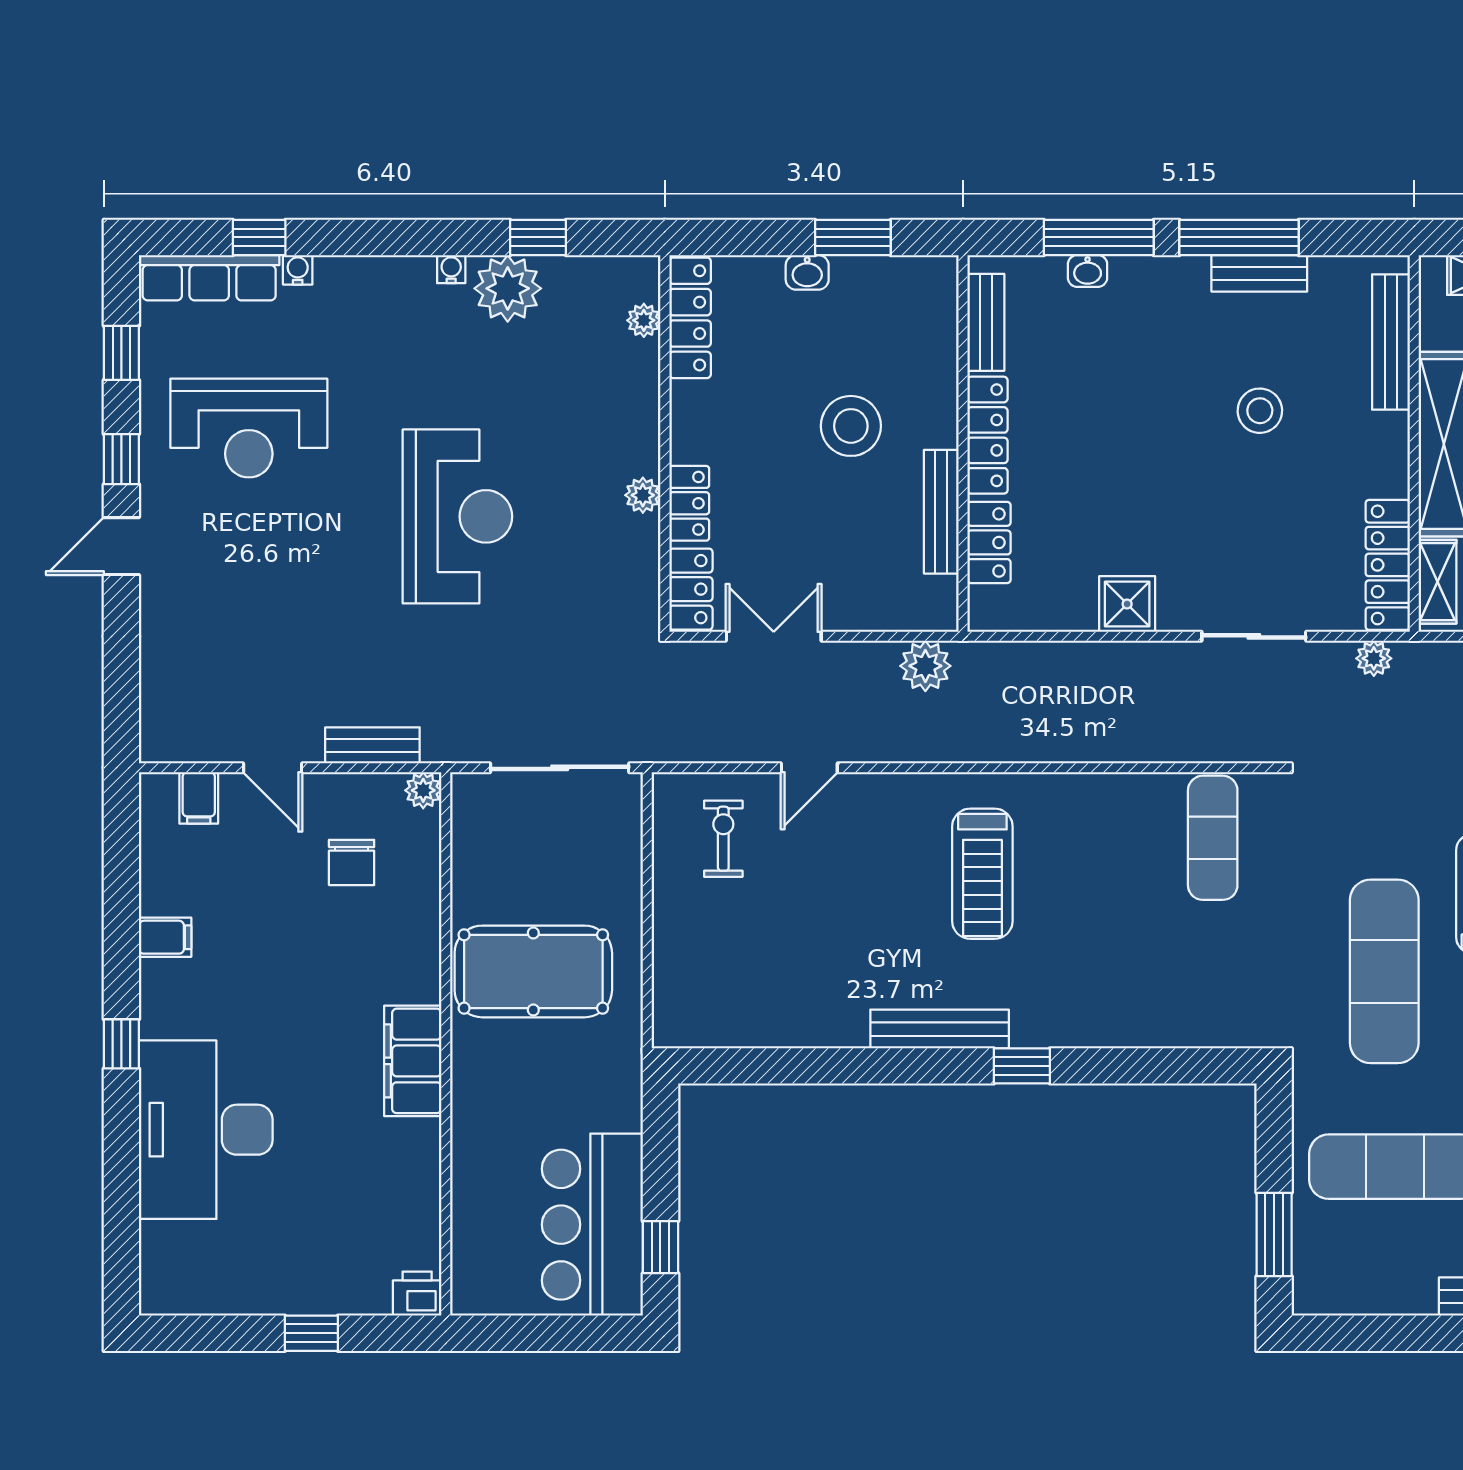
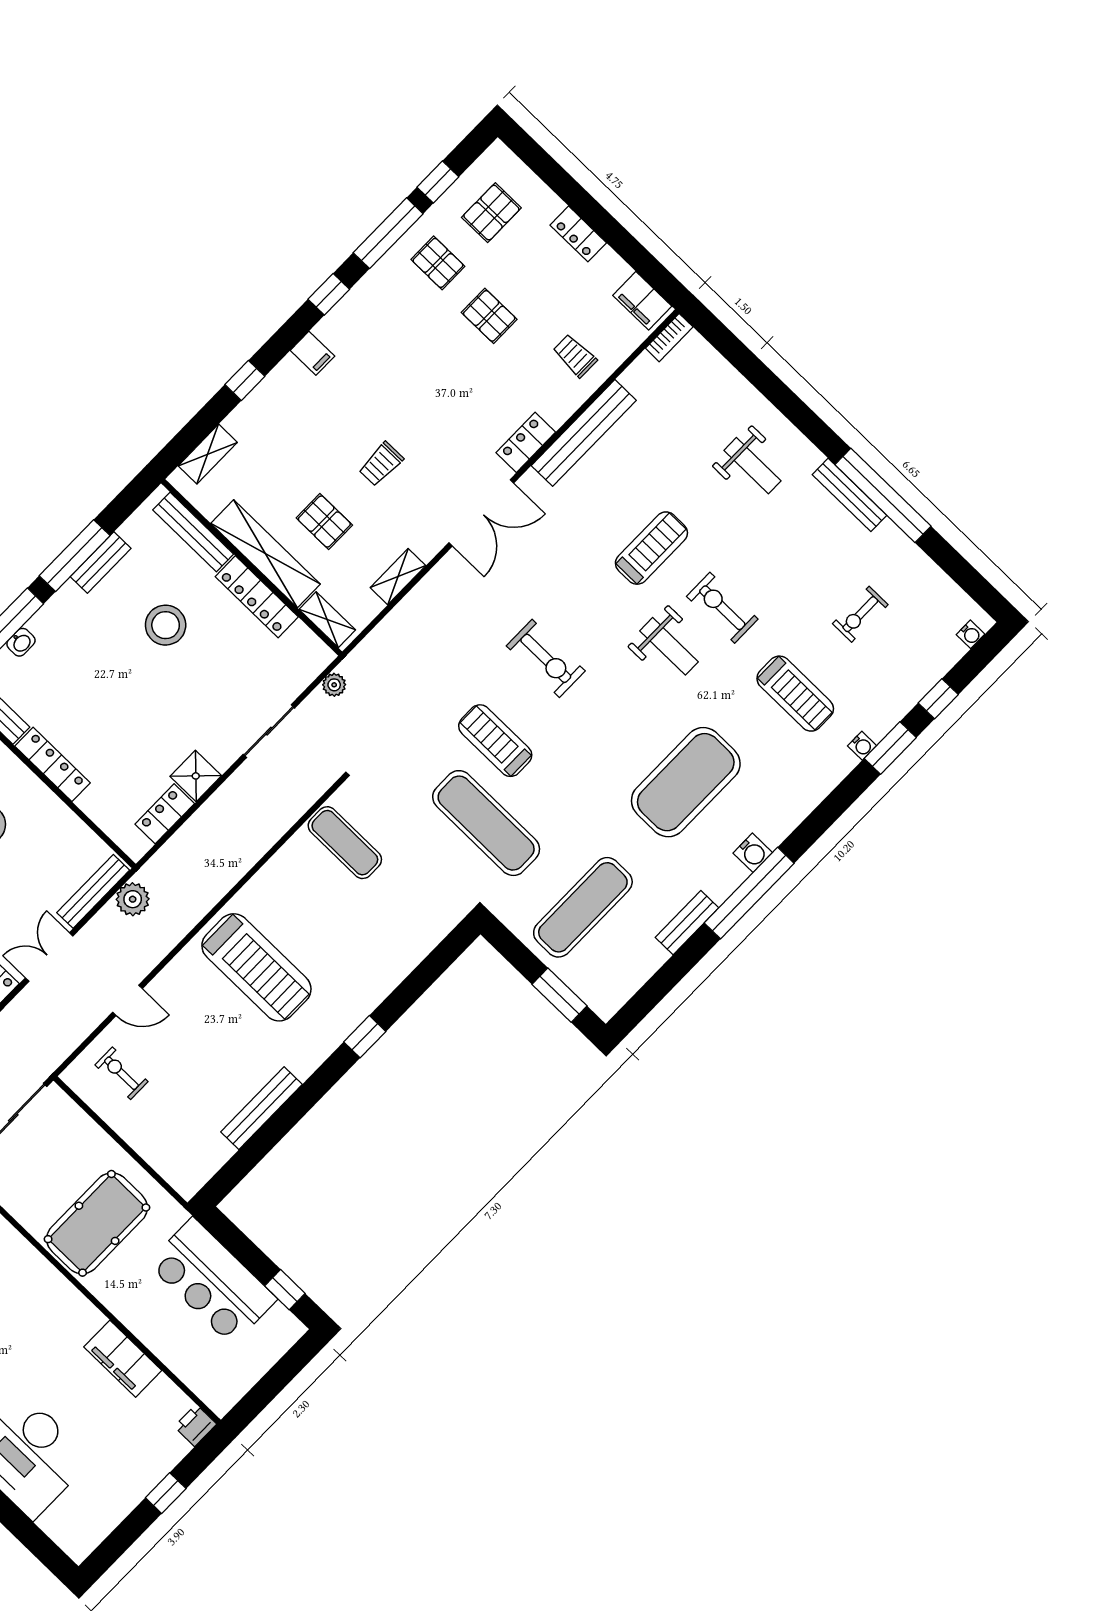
stool: (1260, 411) -> (166, 625), width x1.38, depth x1.38
bench: (941, 512) -> (93, 891), moved, turned 90
locker: (989, 542) -> (165, 814), moved, turned -90
locker: (1388, 565) -> (257, 597), moved
door: (809, 768) -> (127, 1000), hinge flipped
treadmill: (982, 874) -> (256, 967), width x1.37, depth x1.38
bench: (940, 1029) -> (262, 1108), moved
filing cabinet: (413, 1061) -> (123, 1359), moved
bar counter: (592, 1225) -> (212, 1281), moved

